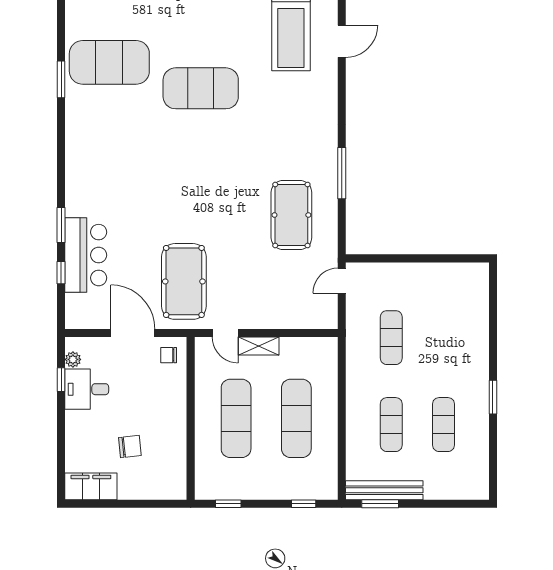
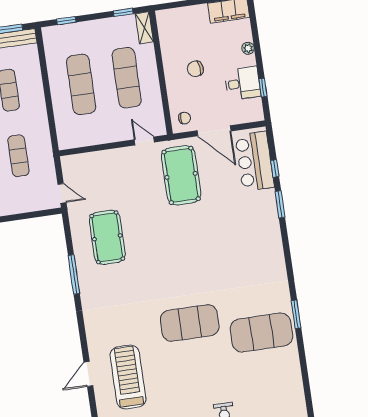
bar counter: (86, 255) -> (255, 161), moved
door: (342, 281) -> (62, 193), hinge flipped
shelving: (259, 346) -> (144, 28), moved, turned 90
plant: (73, 359) -> (248, 48), moved
chair: (130, 447) -> (195, 69), moved

